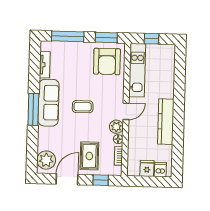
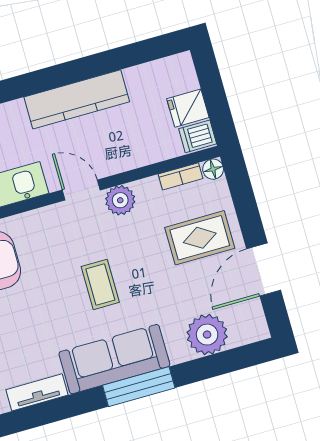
floor lamp: (118, 139) -> (213, 169), moved
plant: (46, 160) -> (207, 335), moved
dishwasher: (160, 170) -> (198, 136), moved
door: (67, 179) -> (264, 270), hinge flipped
window: (101, 180) -> (243, 198), removed

